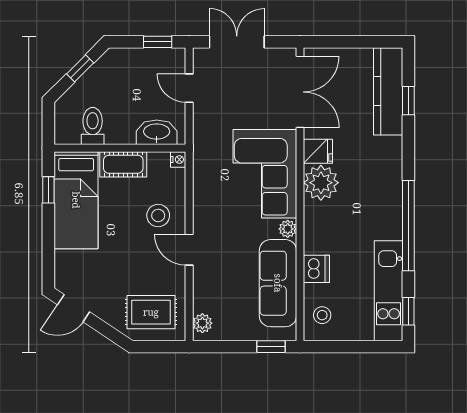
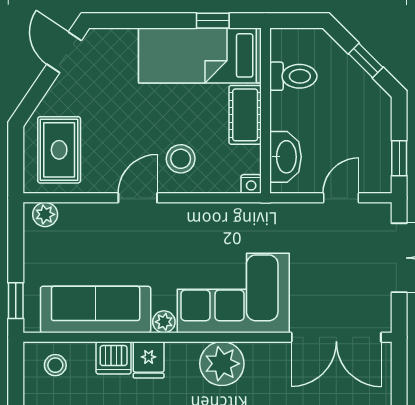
fridge: (318, 151) -> (149, 360), moved

